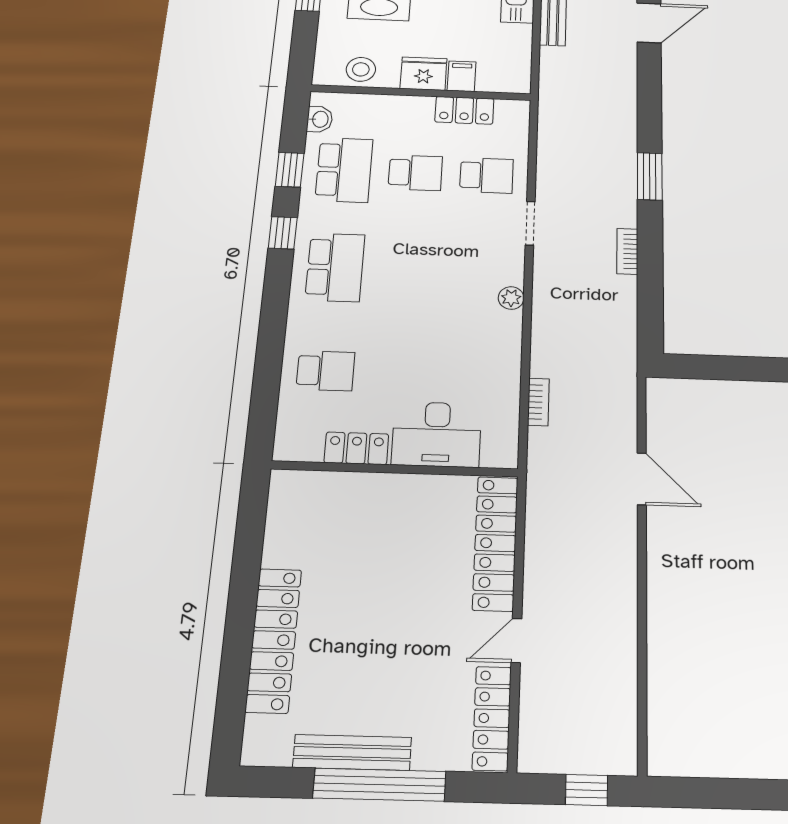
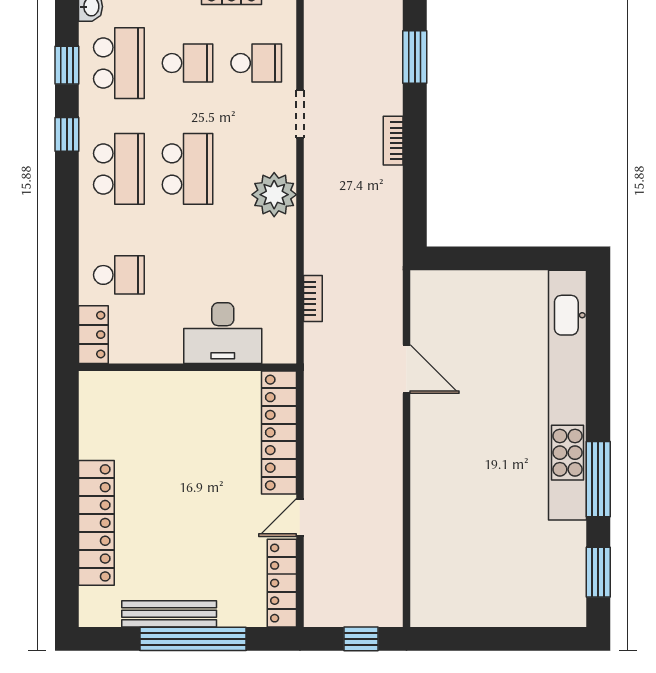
school desk: (409, 270) -> (188, 169), added
plant: (511, 298) -> (274, 195), width x1.87, depth x1.87
locker: (356, 448) -> (93, 335), moved, turned 90

